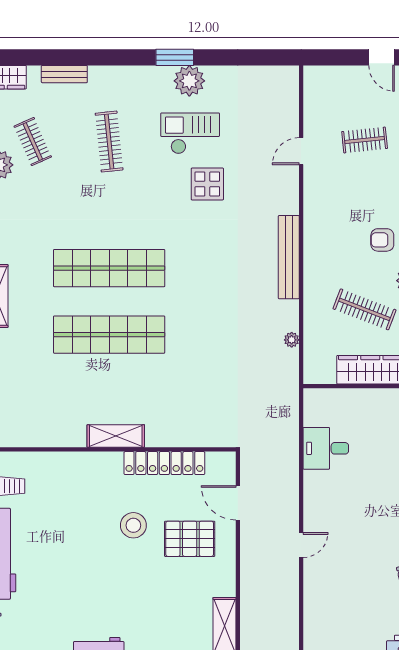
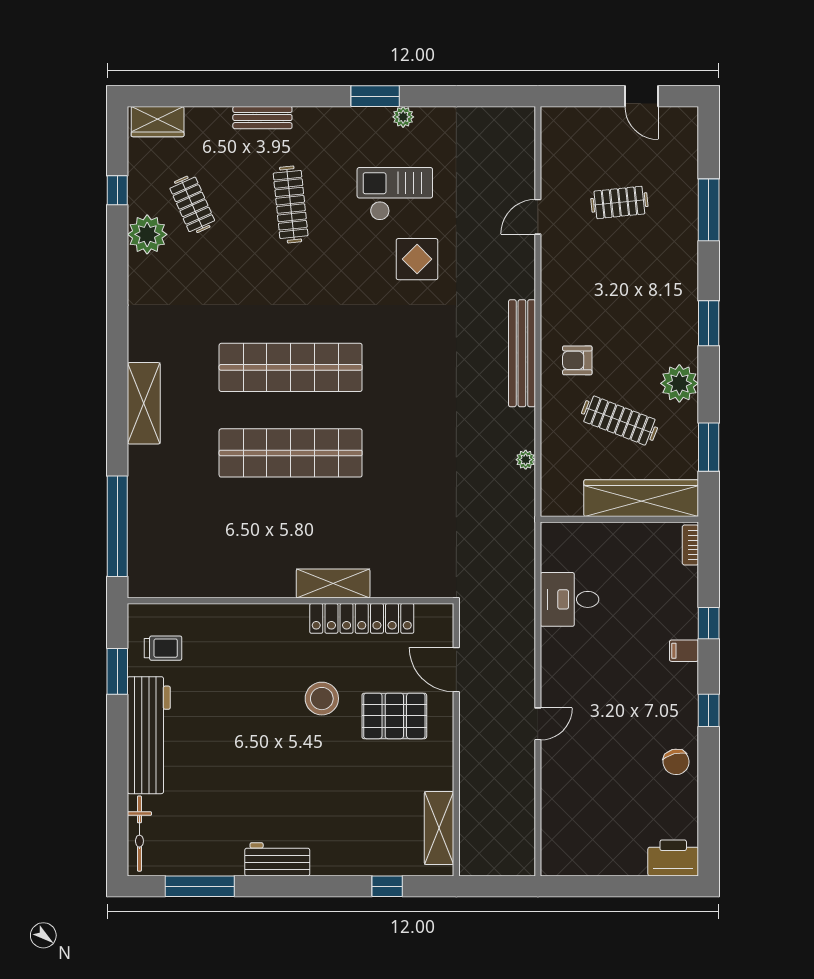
bench: (64, 74) -> (262, 118), moved
plant: (189, 81) -> (403, 117), width x0.53, depth x0.53
armchair: (382, 240) -> (577, 360), moved
shelving: (116, 436) -> (333, 584), moved

